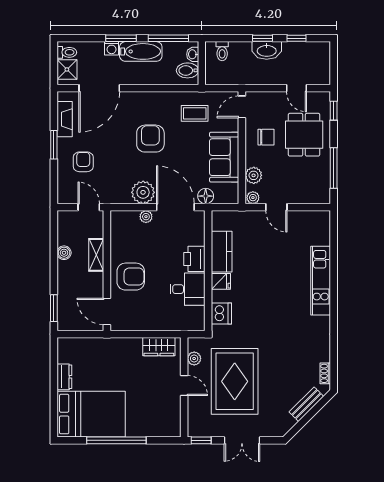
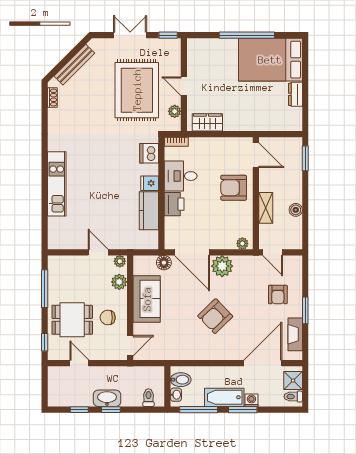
coffee table: (195, 113) -> (174, 340), removed
dining table: (304, 135) -> (72, 320), turned 90
armchair: (150, 139) -> (215, 316), turned 46
plant: (146, 217) -> (242, 243), moved
bookcase: (192, 326) -> (176, 142), added
bench: (306, 404) -> (74, 65), width x1.36

